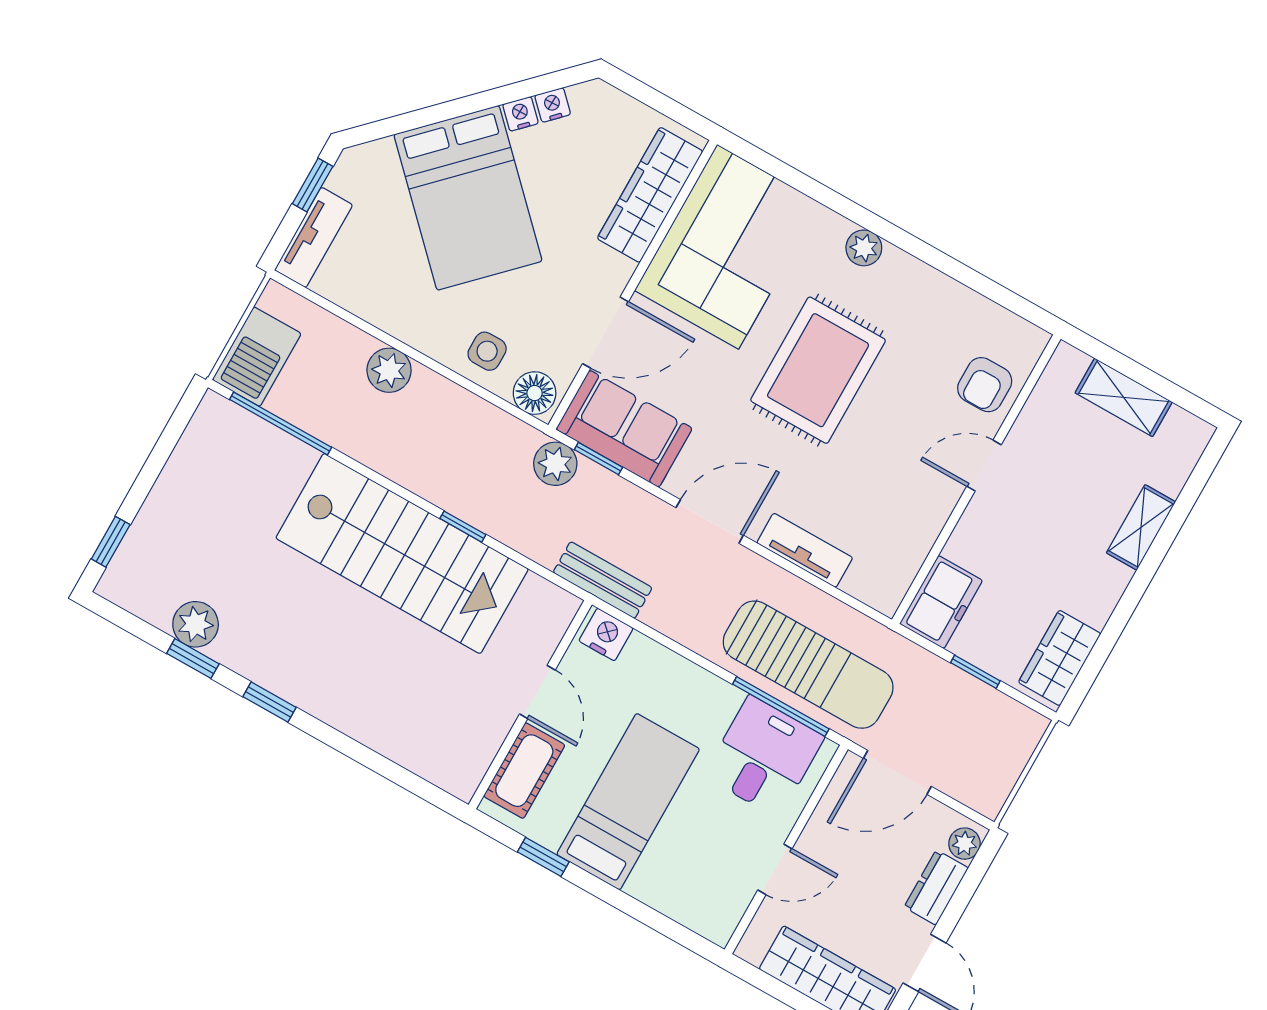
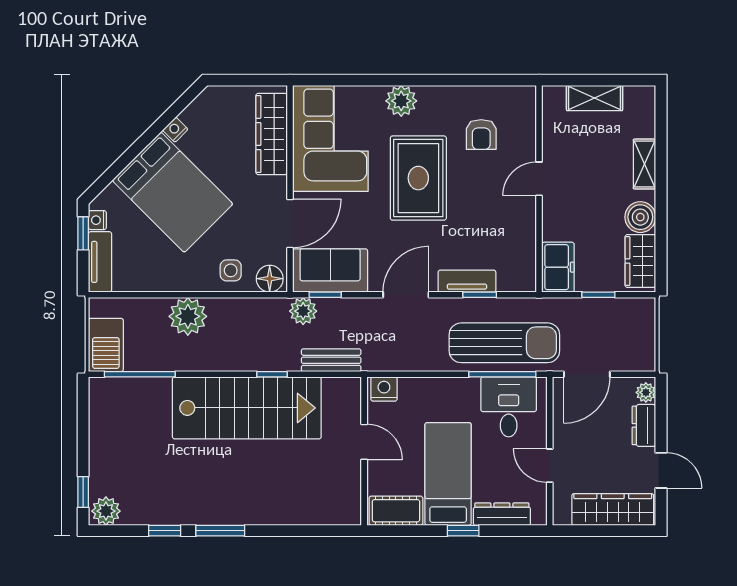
nightstand: (553, 105) -> (97, 220), moved, turned -45
plant: (864, 248) -> (401, 101), width x1.38, depth x1.38
plant: (389, 370) -> (188, 316), width x1.36, depth x1.36
armchair: (985, 385) -> (481, 135), moved
window: (811, 579) -> (480, 295), added
bench: (603, 580) -> (331, 360), moved
boiler: (1094, 597) -> (640, 217), added
plant: (196, 624) -> (106, 511), moved
window: (270, 702) -> (220, 531), width x1.50
cot: (524, 771) -> (396, 511), moved, turned 90
window: (543, 857) -> (463, 531), moved
door: (775, 869) -> (550, 466), swing flipped
dresser: (671, 899) -> (502, 514), added

